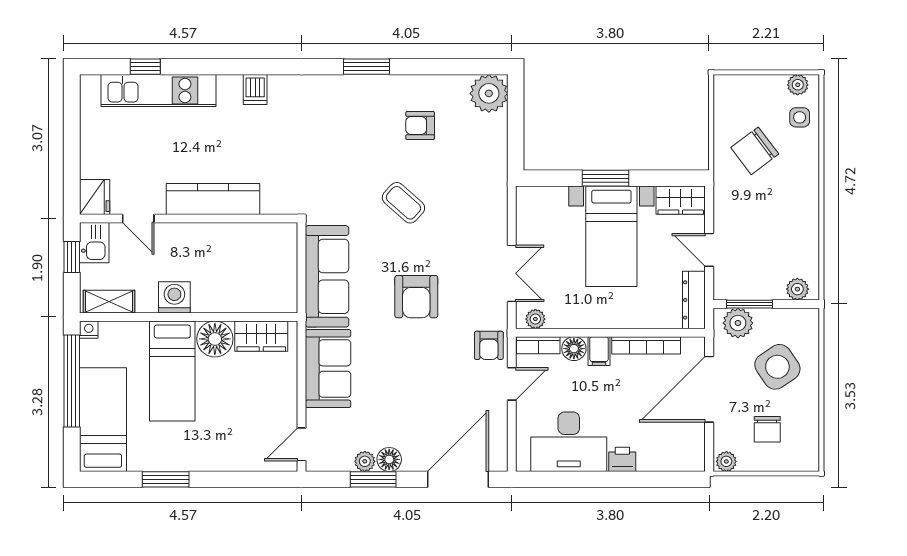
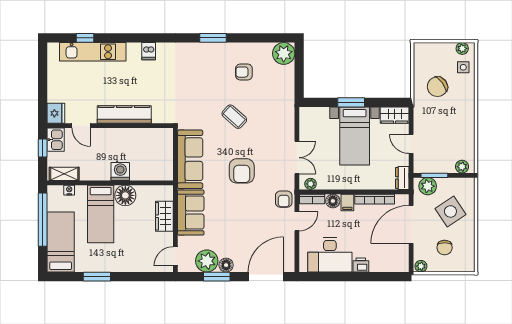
washing machine: (174, 297) -> (120, 171), moved
dresser: (694, 300) -> (402, 178), width x0.70
nightstand: (89, 330) -> (69, 190), moved
wardrobe: (261, 336) -> (164, 216), moved, turned 90
plant: (365, 461) -> (207, 261), width x1.88, depth x1.88

